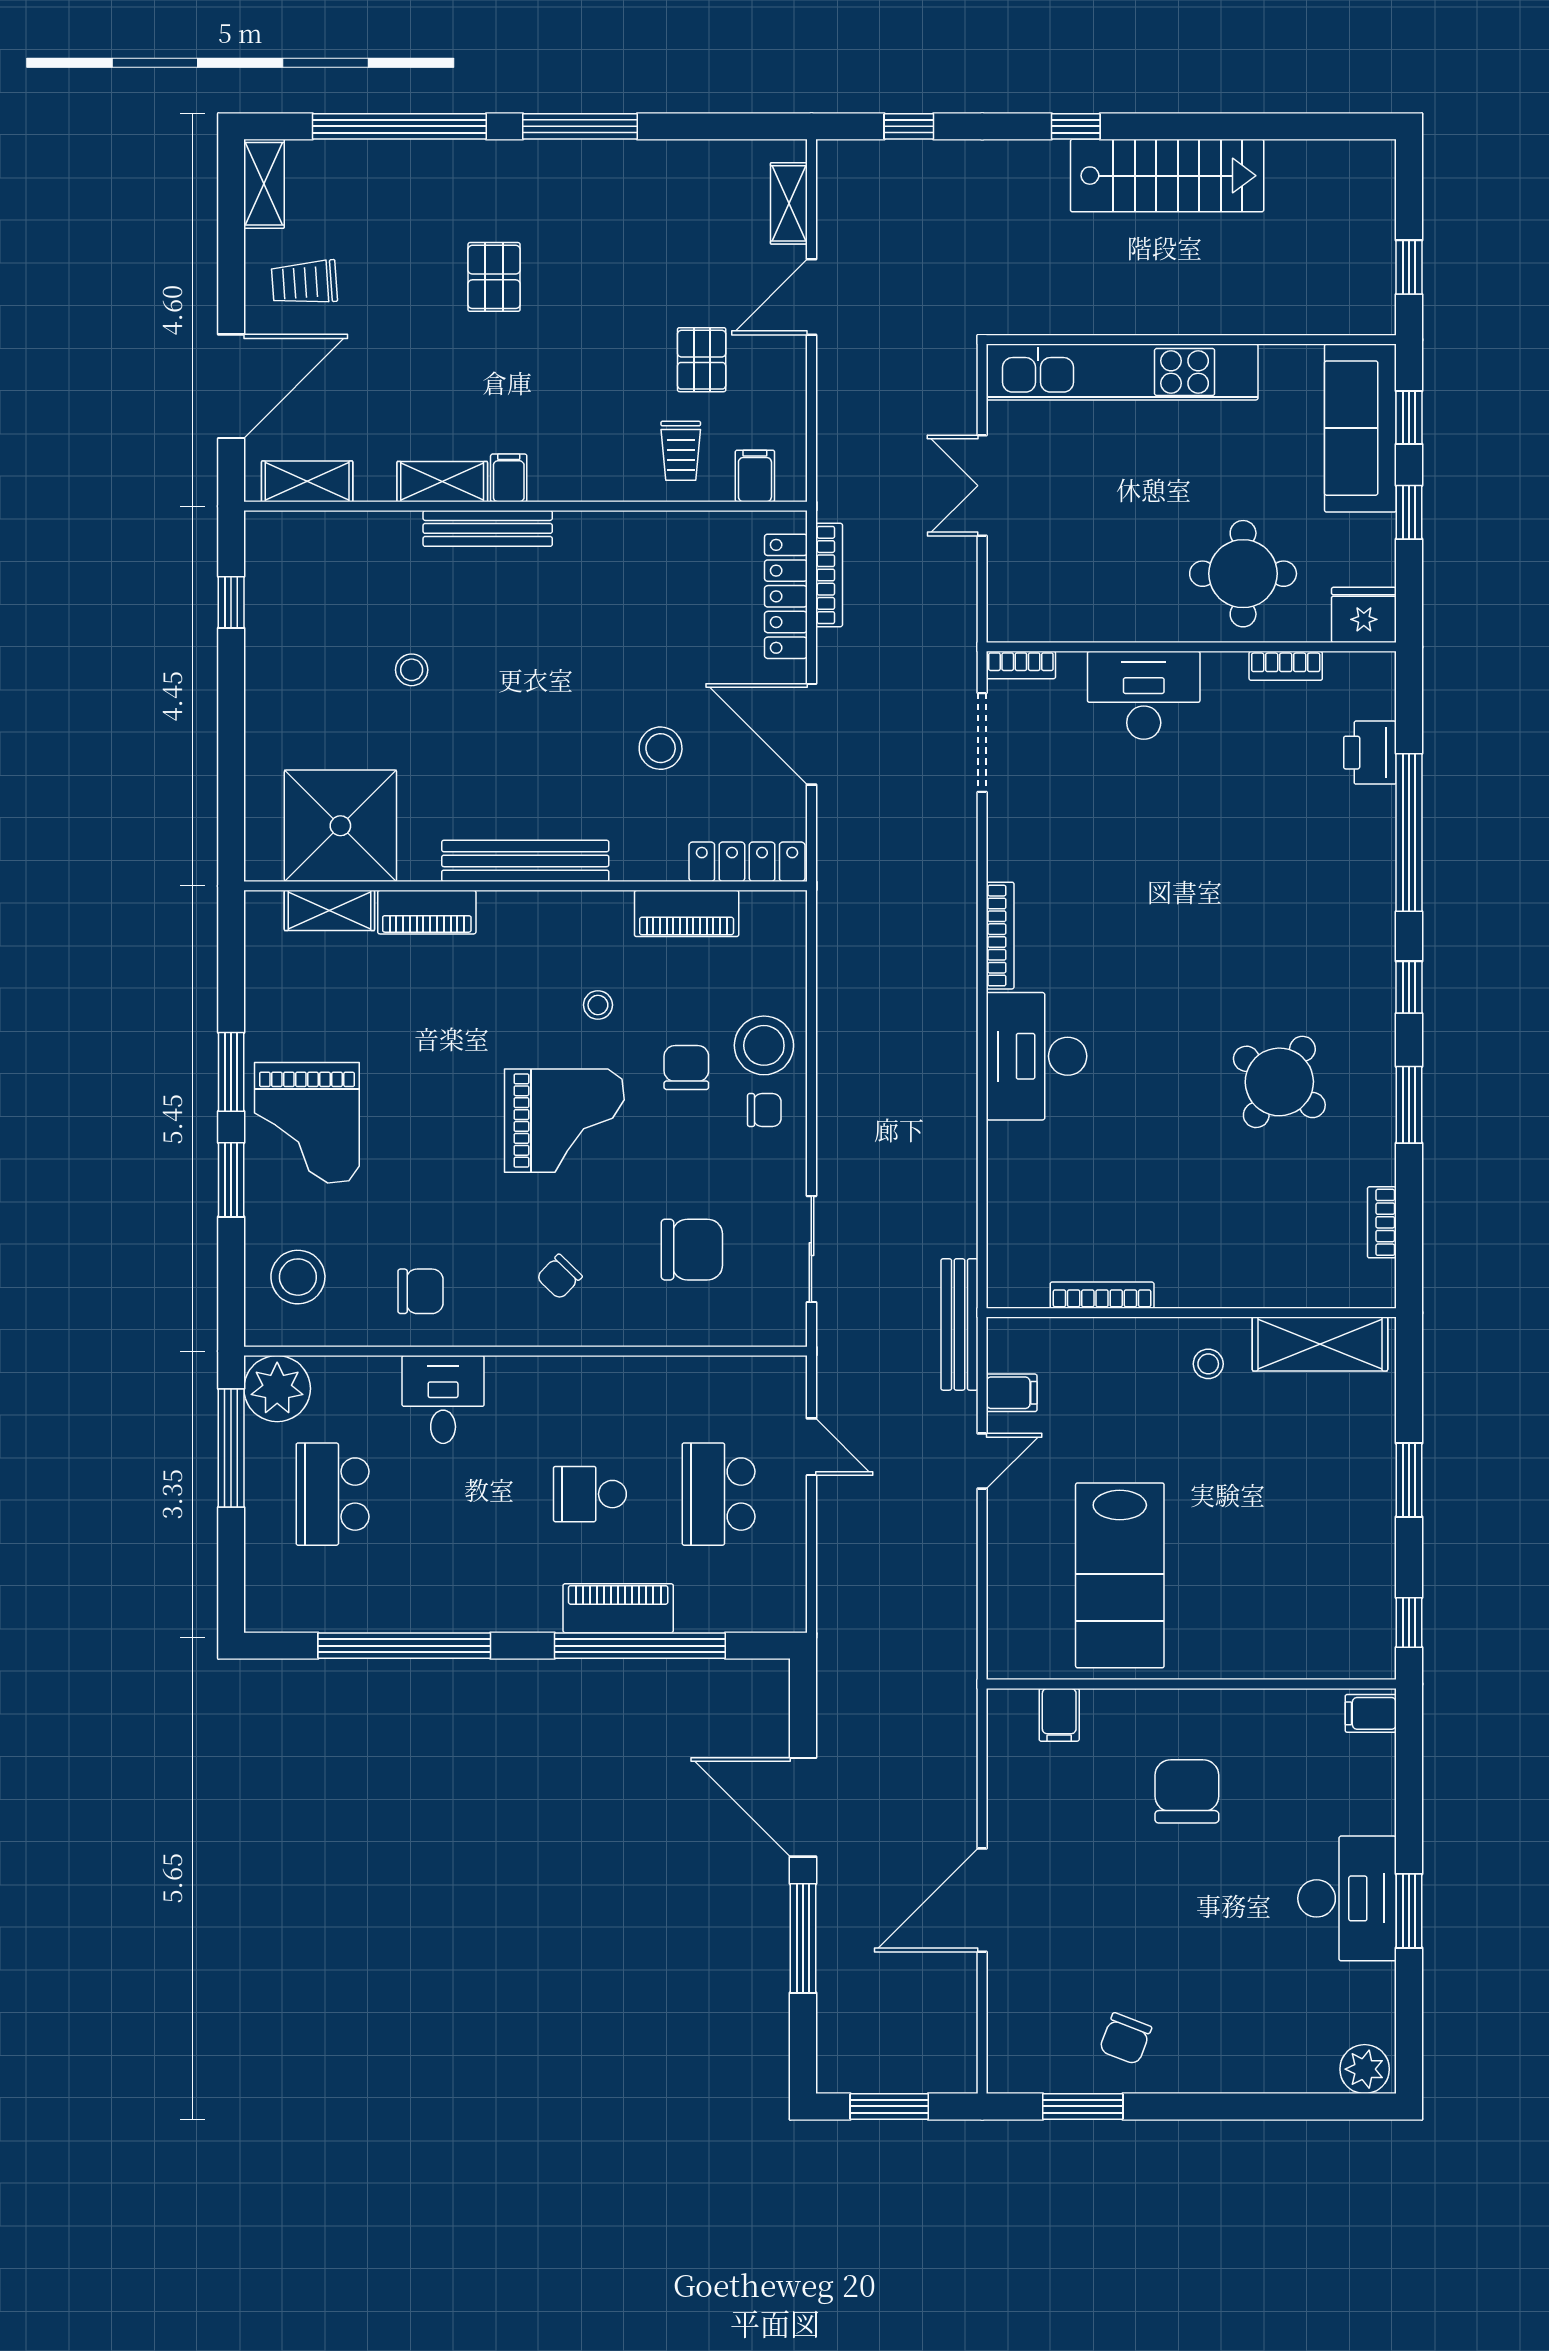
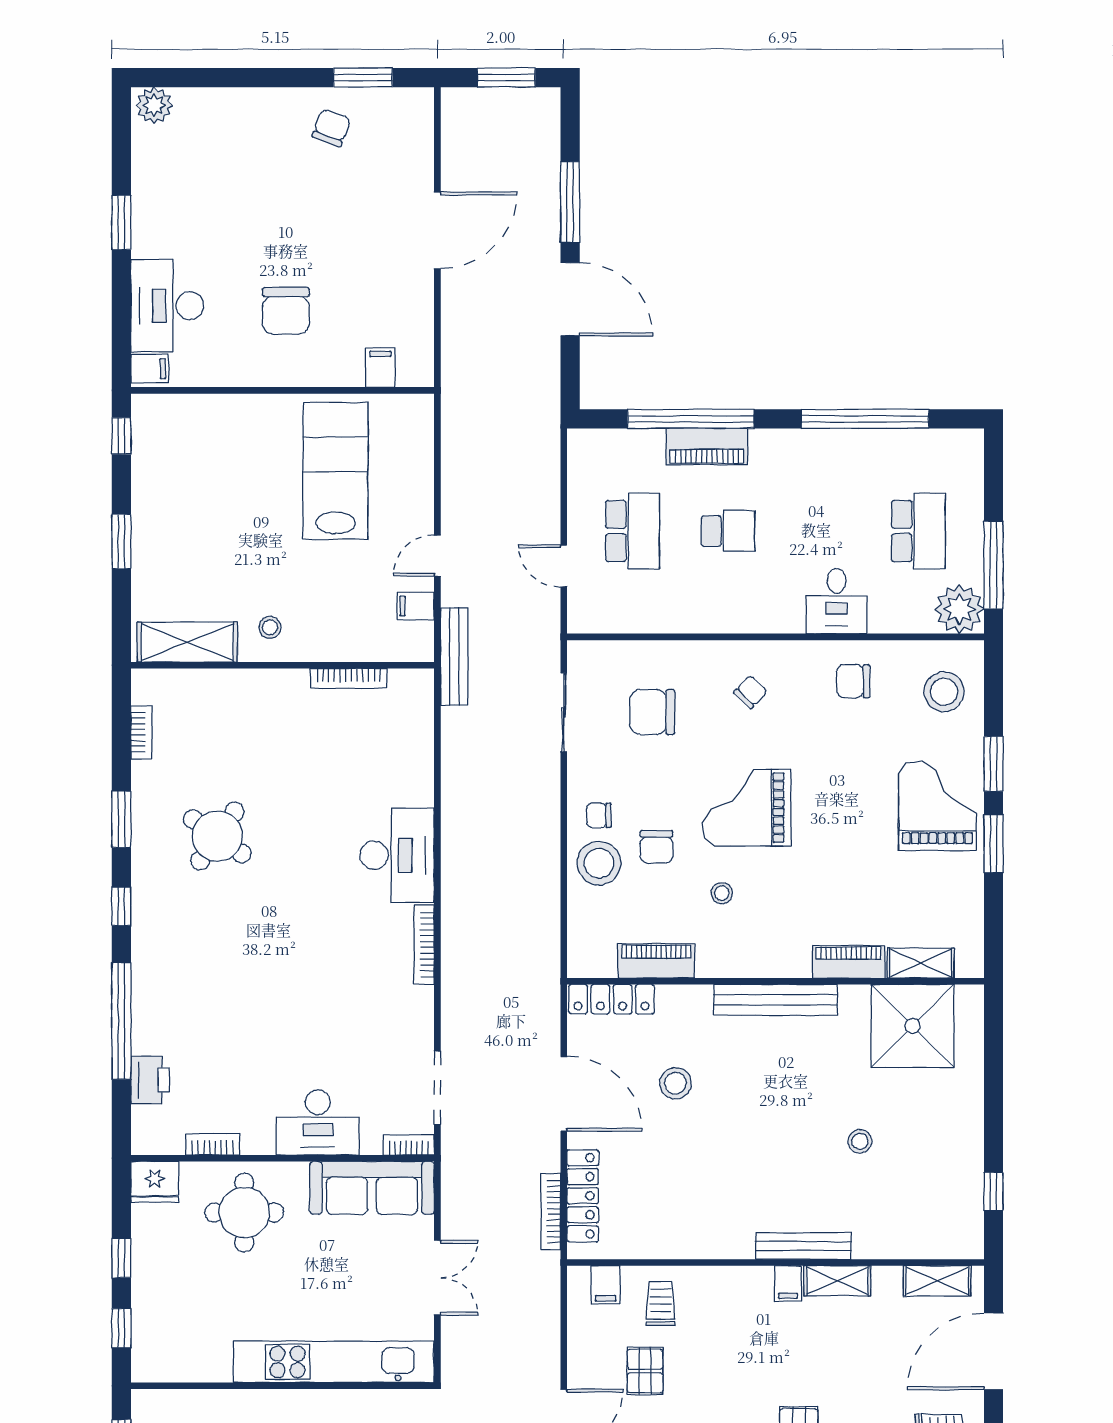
sofa: (1360, 428) -> (372, 1188), moved, turned 90
desk: (1347, 1898) -> (167, 306), moved

